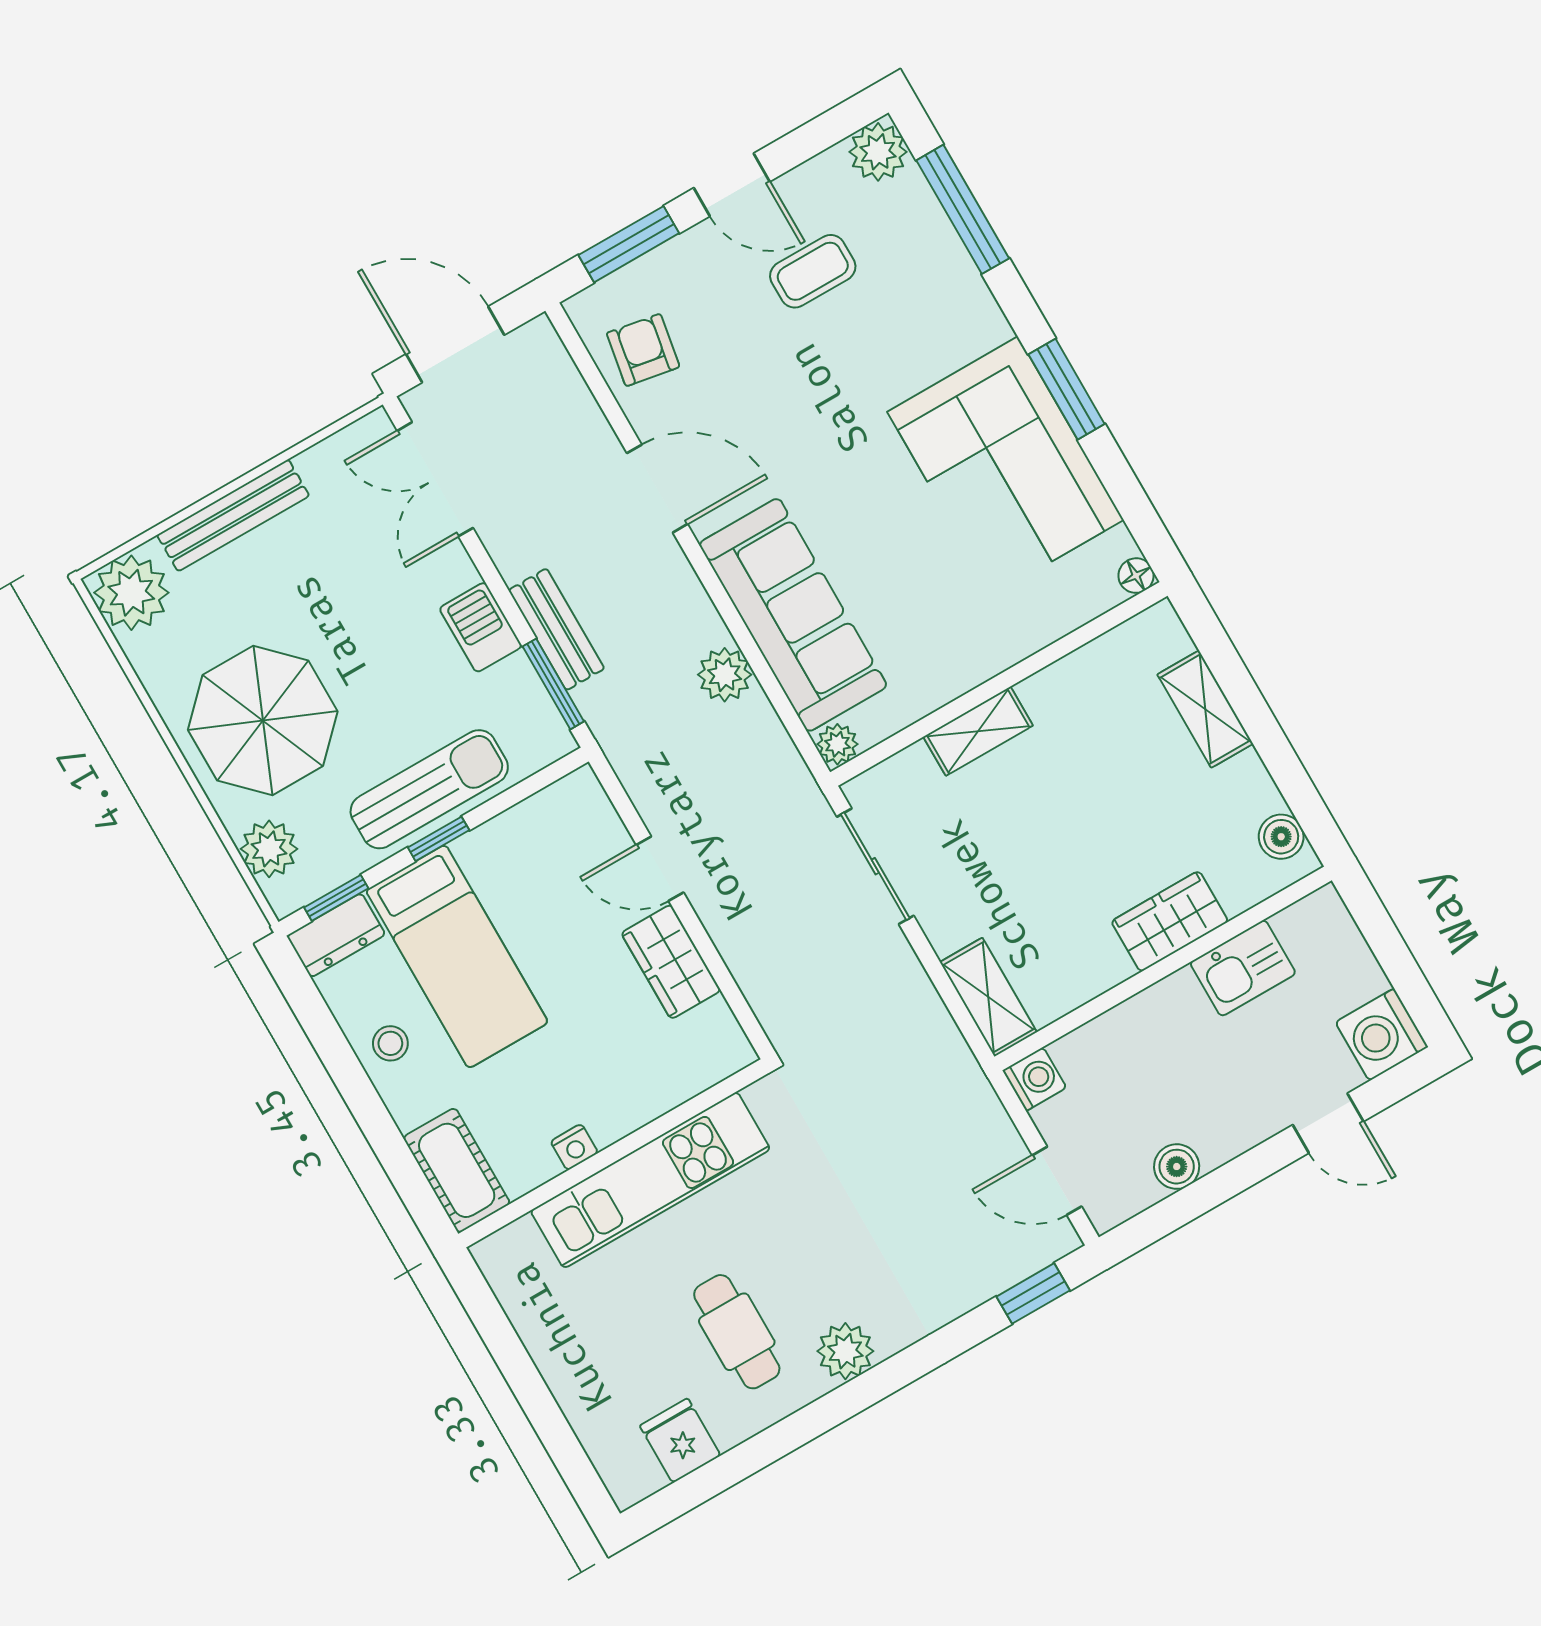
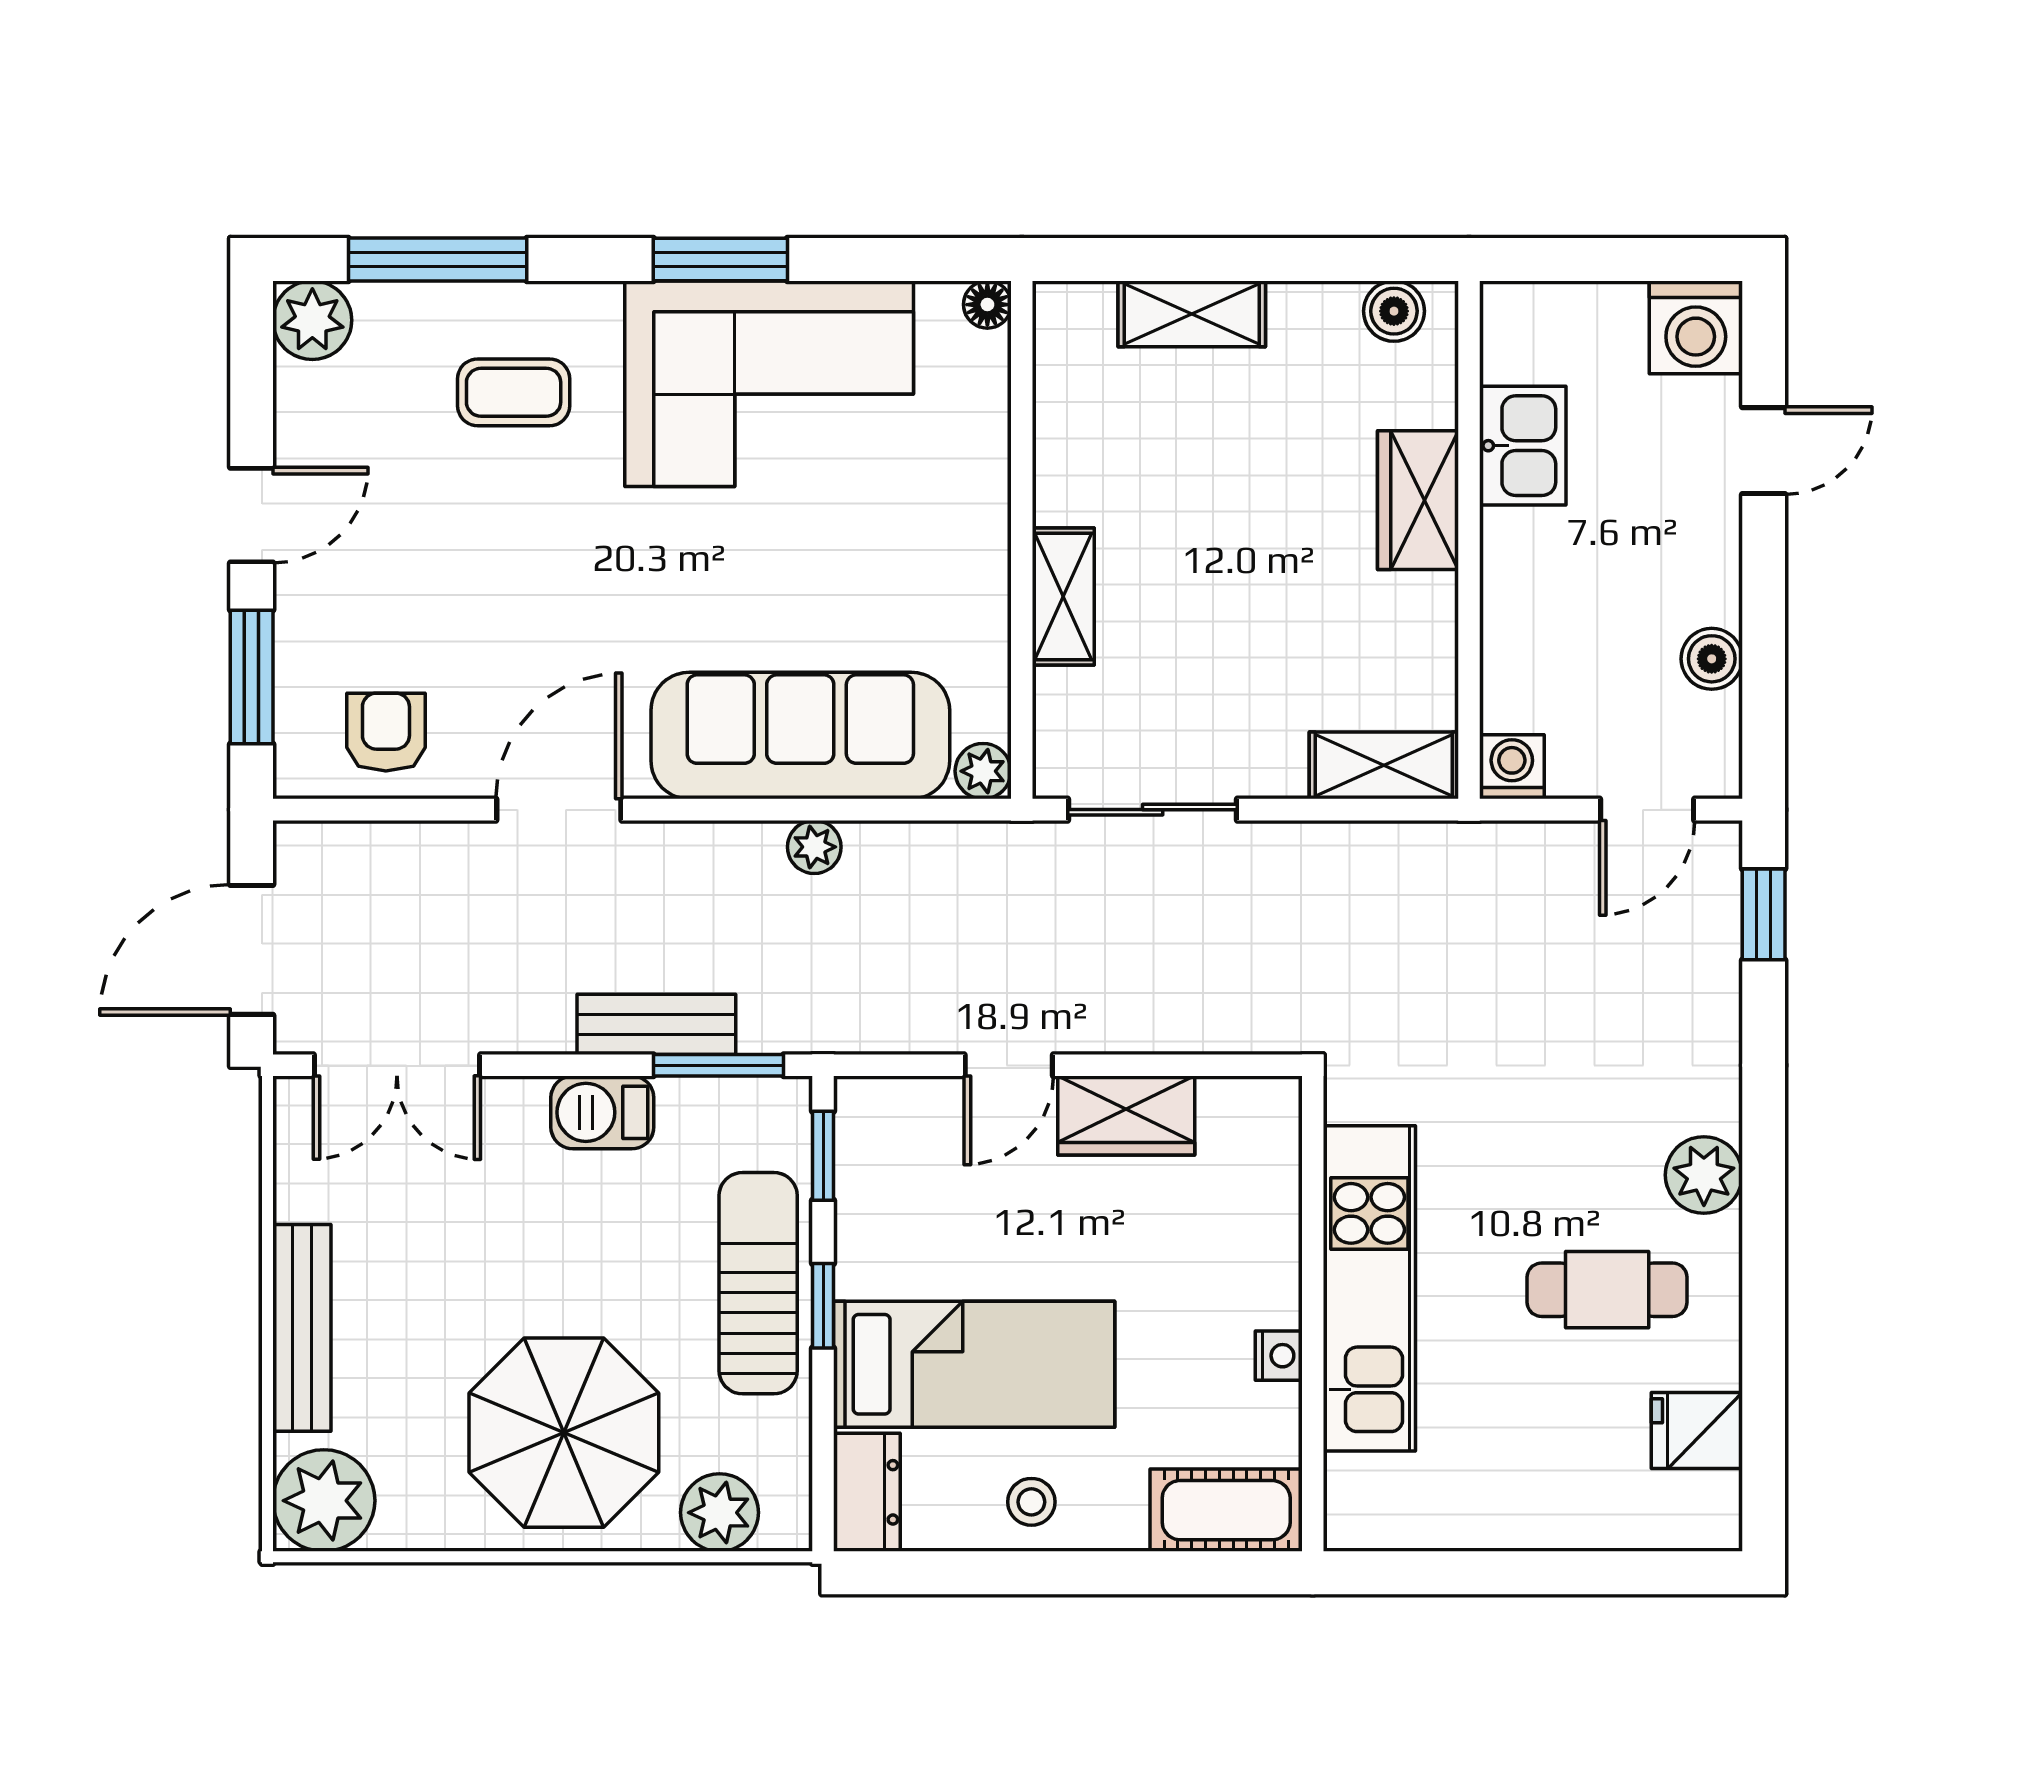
coffee table: (813, 271) -> (514, 392), moved, turned 90
armchair: (643, 350) -> (386, 732), turned 80
plant: (725, 675) -> (814, 847), width x0.73, depth x0.73
window: (336, 898) -> (823, 1156), moved

